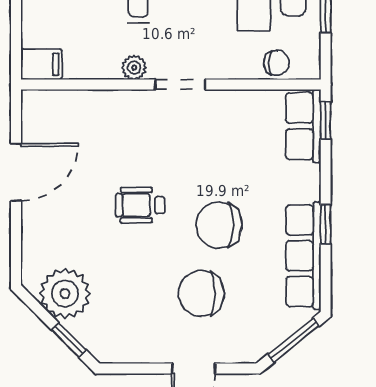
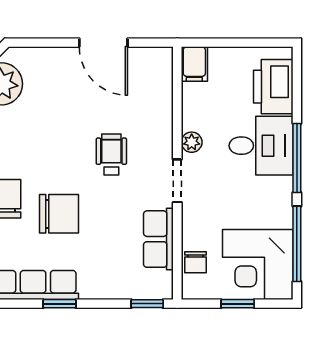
row of seats: (303, 126) -> (158, 239), moved, turned -90
wheelchair: (140, 205) -> (111, 155), moved
chair: (219, 225) -> (59, 214), turned 90

